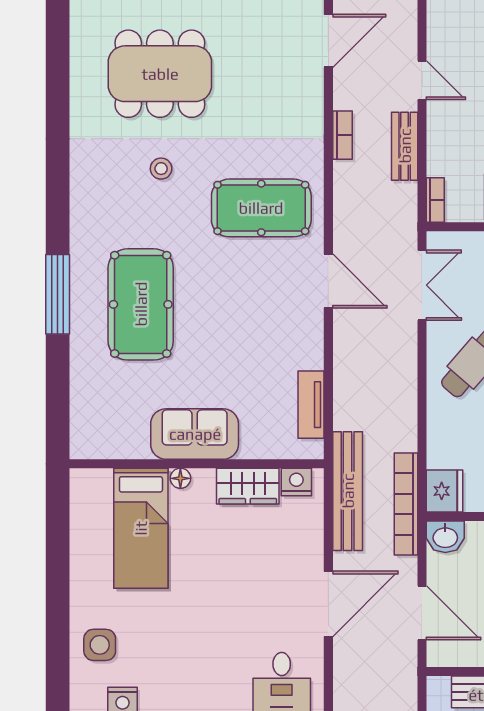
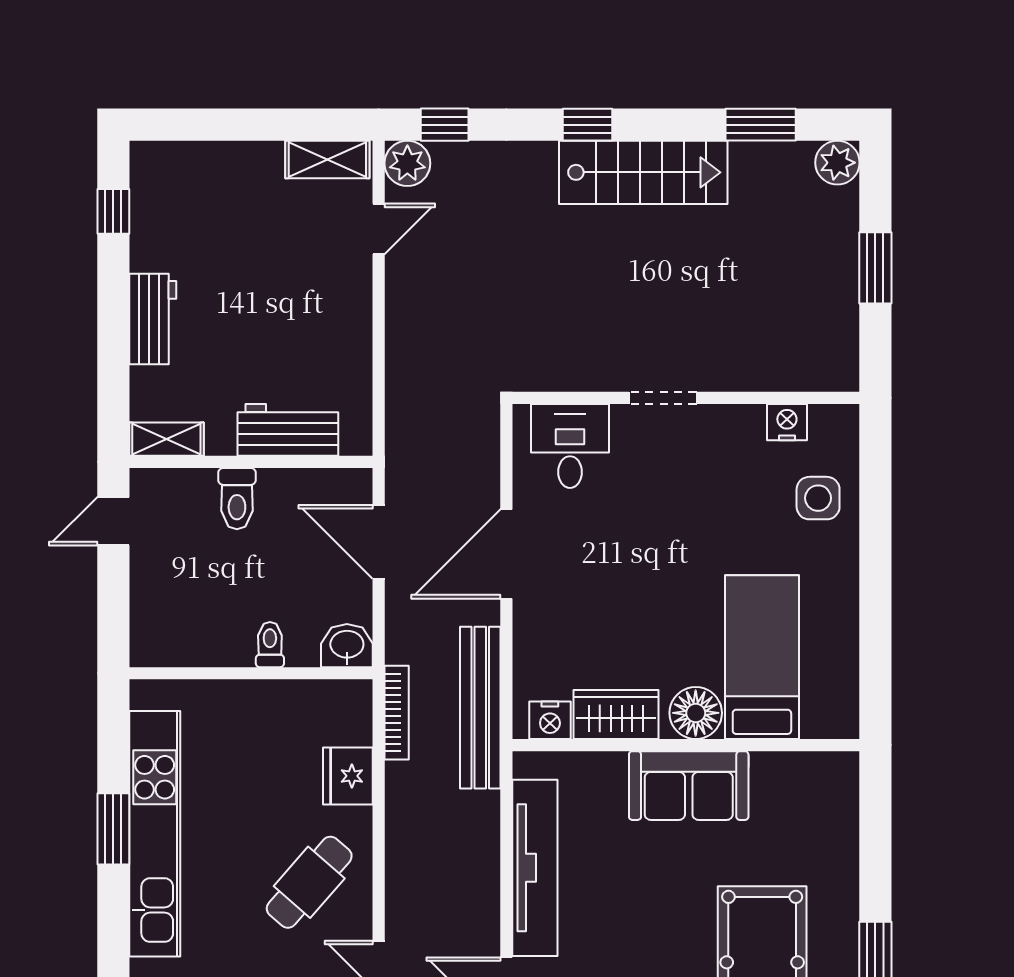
tv unit: (311, 405) -> (535, 868), width x1.92, depth x1.29
floor lamp: (180, 478) -> (696, 713), width x1.89, depth x1.89
fridge: (445, 491) -> (348, 776), moved
bookcase: (406, 504) -> (397, 713), width x0.68, depth x0.76

